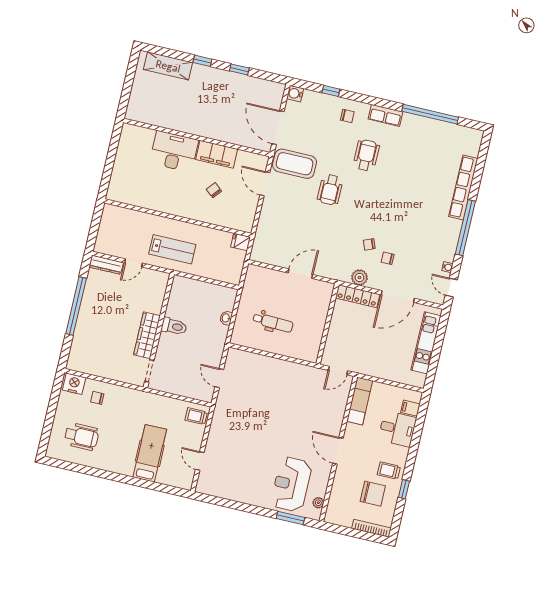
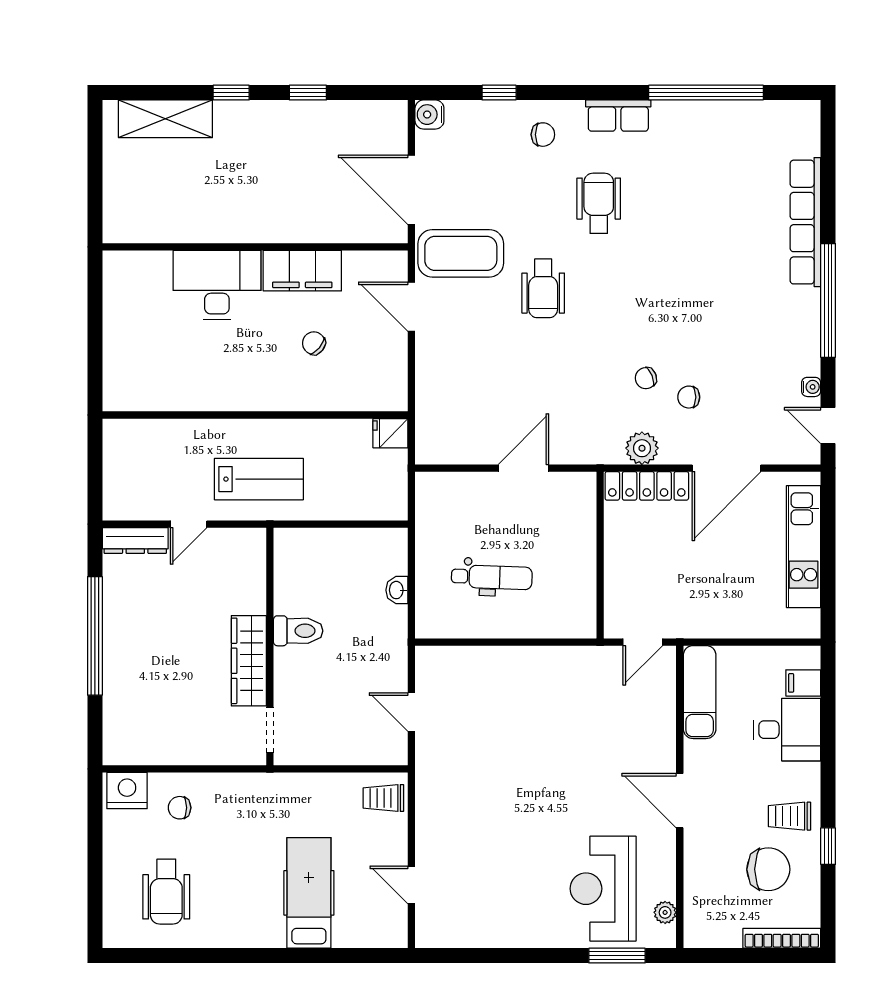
wheelchair: (82, 437) -> (166, 892), turned 90

